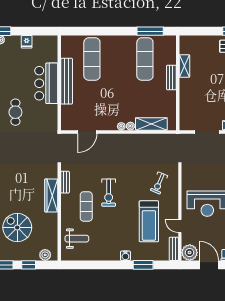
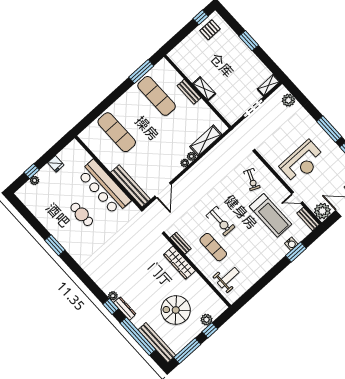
shelving: (184, 66) -> (204, 89), moved
bench: (67, 81) -> (131, 186), moved
bar counter: (46, 83) -> (104, 187), width x1.36
cafe table: (15, 112) -> (82, 214), moved
plant: (45, 255) -> (206, 320), moved
water cooler: (125, 256) -> (291, 244), moved

